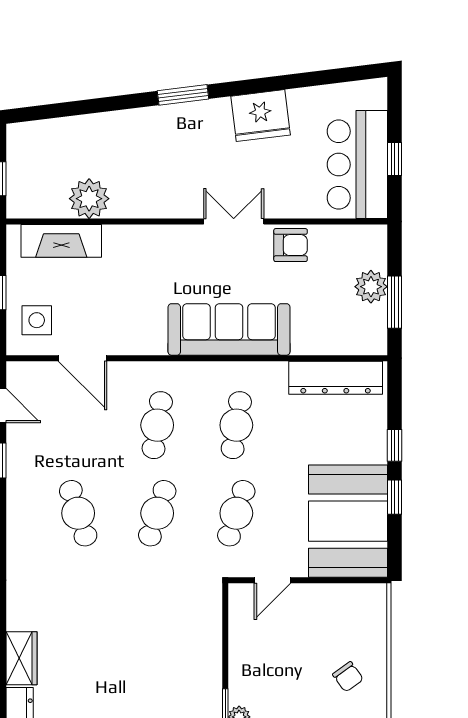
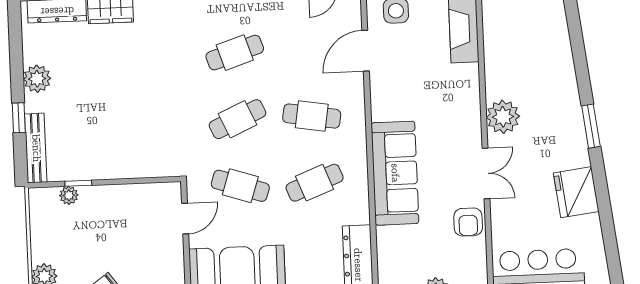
plant: (89, 199) -> (503, 117), moved
cafe table: (236, 425) -> (315, 183), turned -30
cafe table: (157, 513) -> (238, 119), turned -42
door: (272, 580) -> (185, 219), swing flipped

